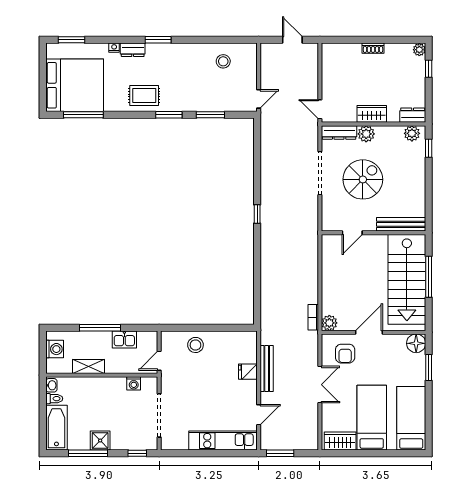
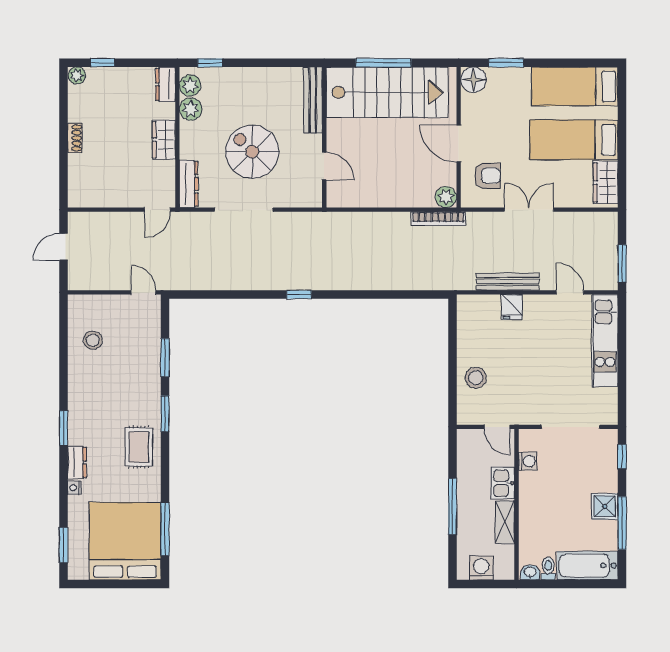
plant: (366, 134) -> (191, 109), moved
bookcase: (313, 317) -> (438, 219), width x1.56
kitchen sink: (124, 339) -> (503, 483), moved, turned 180

